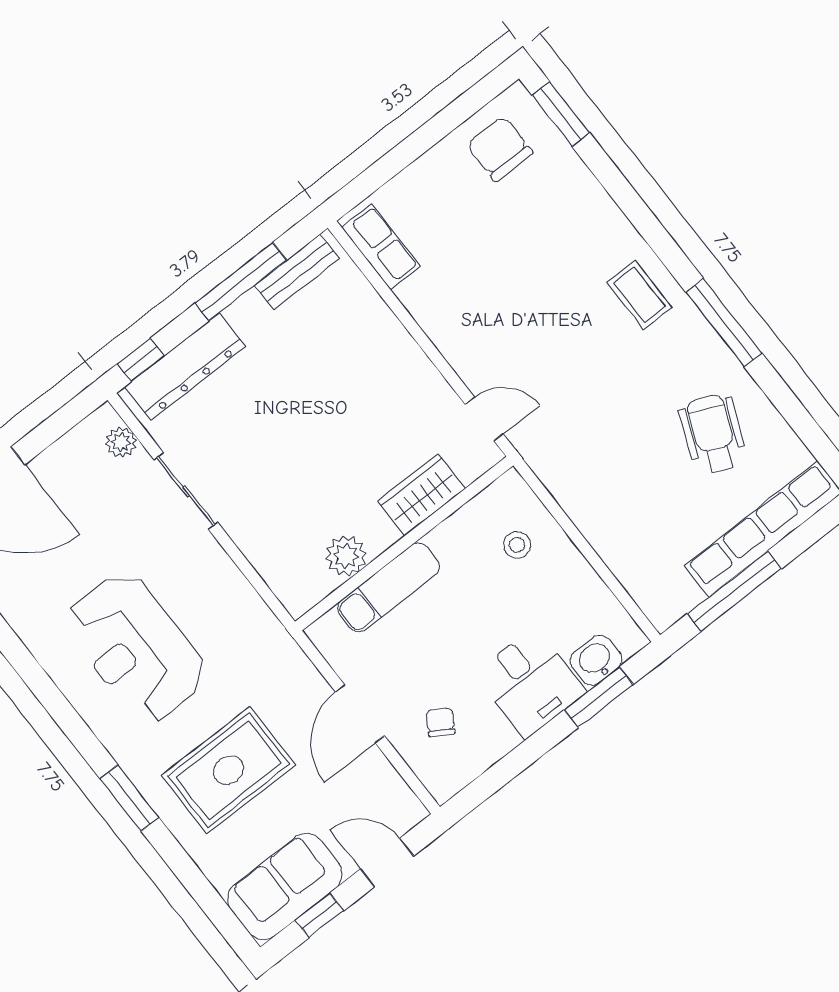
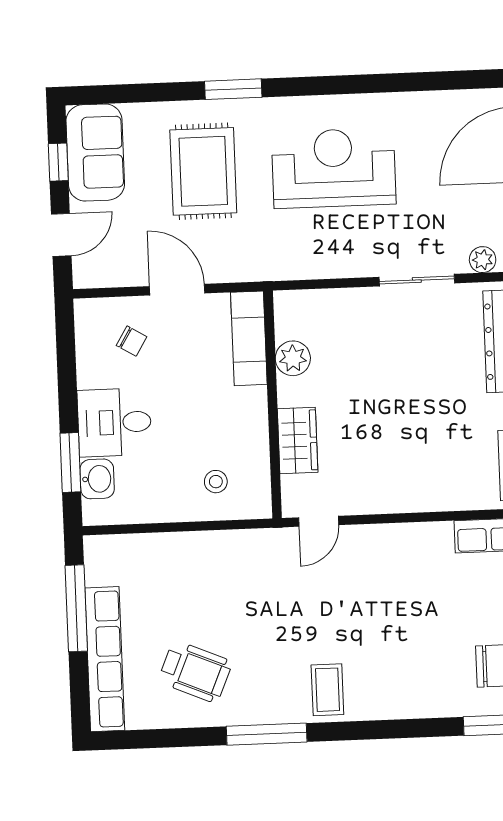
coffee table: (639, 295) -> (327, 690), turned 90
exam couch: (389, 587) -> (249, 338), moved

